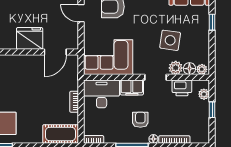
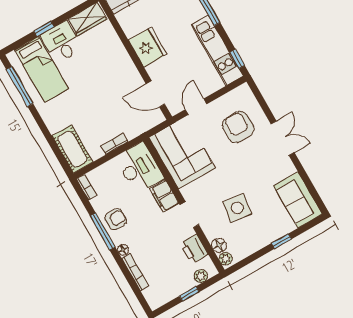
door: (81, 13) -> (196, 107), moved
fridge: (30, 38) -> (148, 47), moved
plant: (176, 68) -> (211, 230), removed
armchair: (140, 120) -> (116, 219), moved

